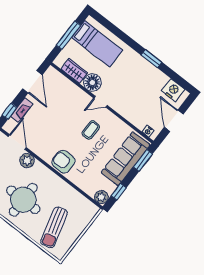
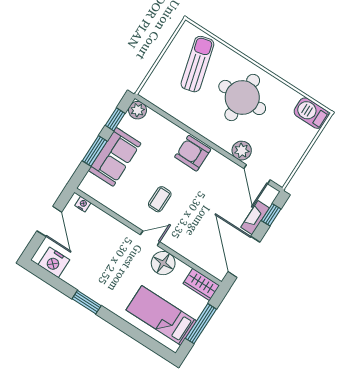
wardrobe: (74, 71) -> (201, 285), moved
door: (32, 82) -> (244, 257), width x1.36
sofa: (126, 159) -> (115, 157), width x0.73
window: (143, 160) -> (95, 151), moved
armchair: (63, 162) -> (193, 153), turned 180

